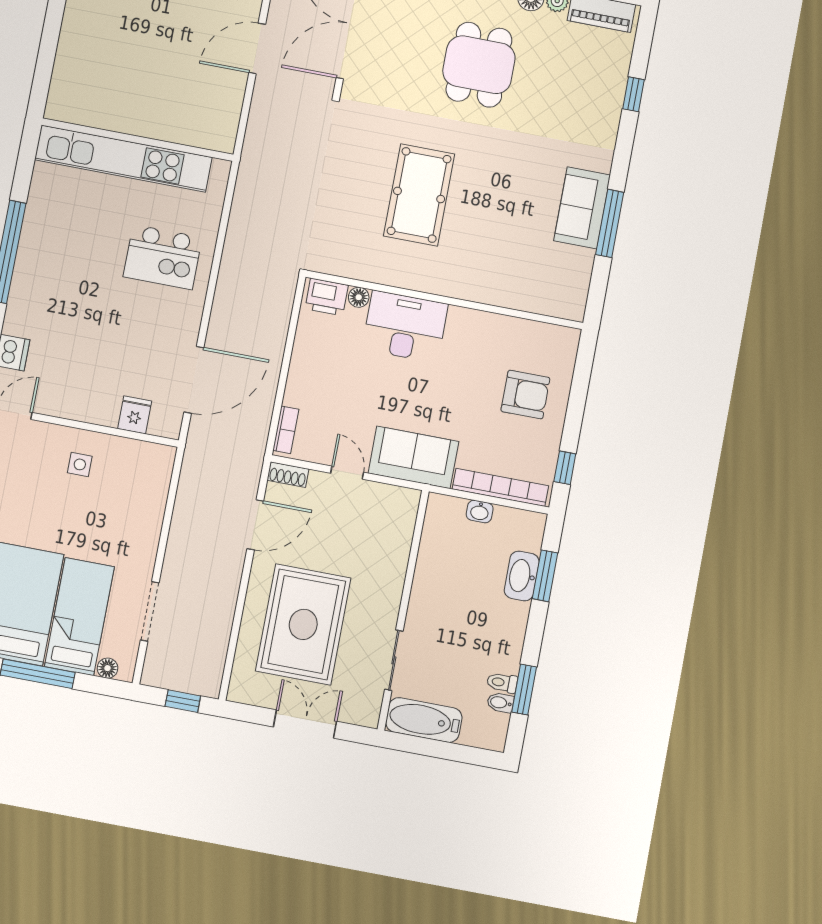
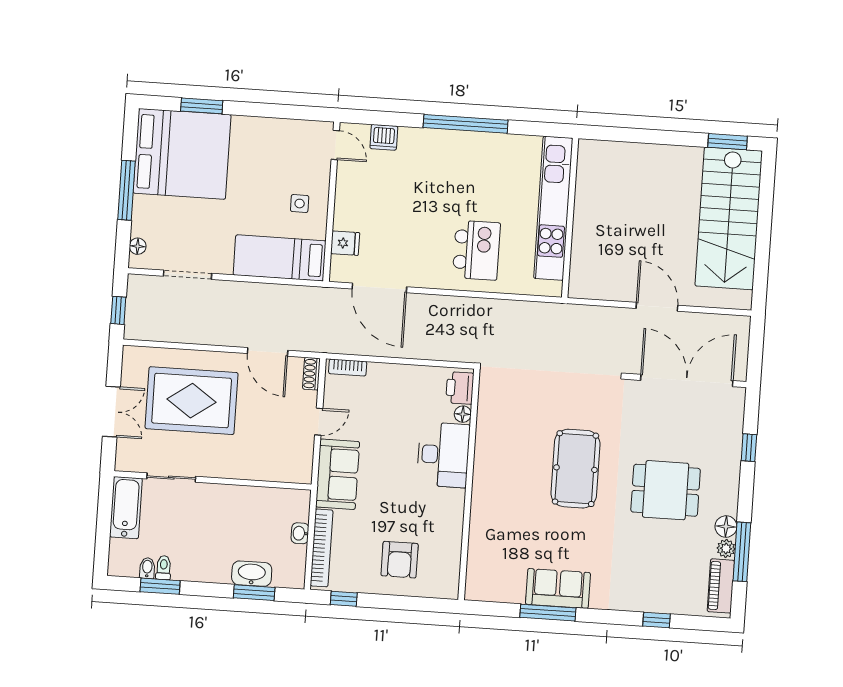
pool table: (419, 195) -> (575, 469), moved, turned 90
kitchen island: (163, 257) -> (476, 250), turned 180
bed: (79, 617) -> (280, 258), moved, turned 180

